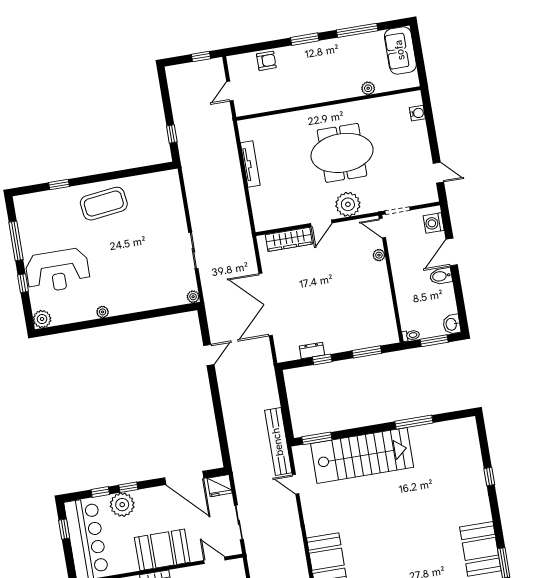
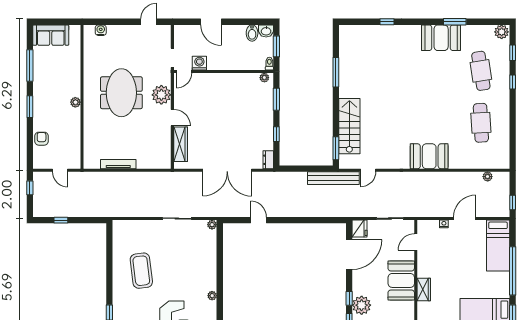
plant: (368, 88) -> (75, 102), moved
window: (172, 134) -> (61, 220), moved
coffee table: (104, 204) -> (141, 271), moved
washing machine: (434, 223) -> (199, 63), moved, turned 180
plant: (379, 255) -> (264, 78), moved
bidet: (441, 276) -> (252, 33), moved
dresser: (312, 351) -> (268, 160), moved
stairs: (362, 455) -> (349, 126), width x0.73, depth x0.66

